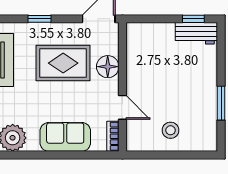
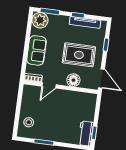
rug: (63, 63) -> (79, 55), turned 90
stool: (171, 130) -> (29, 122), moved

